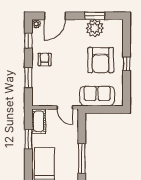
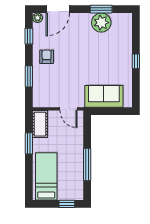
armchair: (101, 60) -> (108, 57), removed

